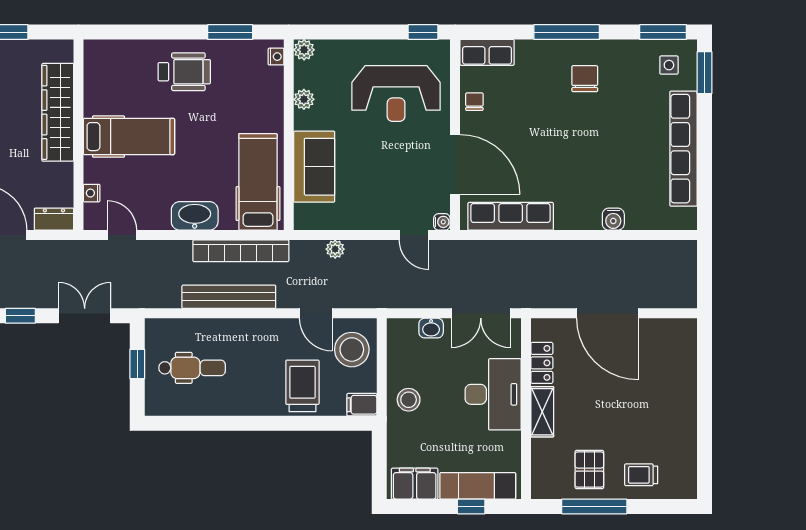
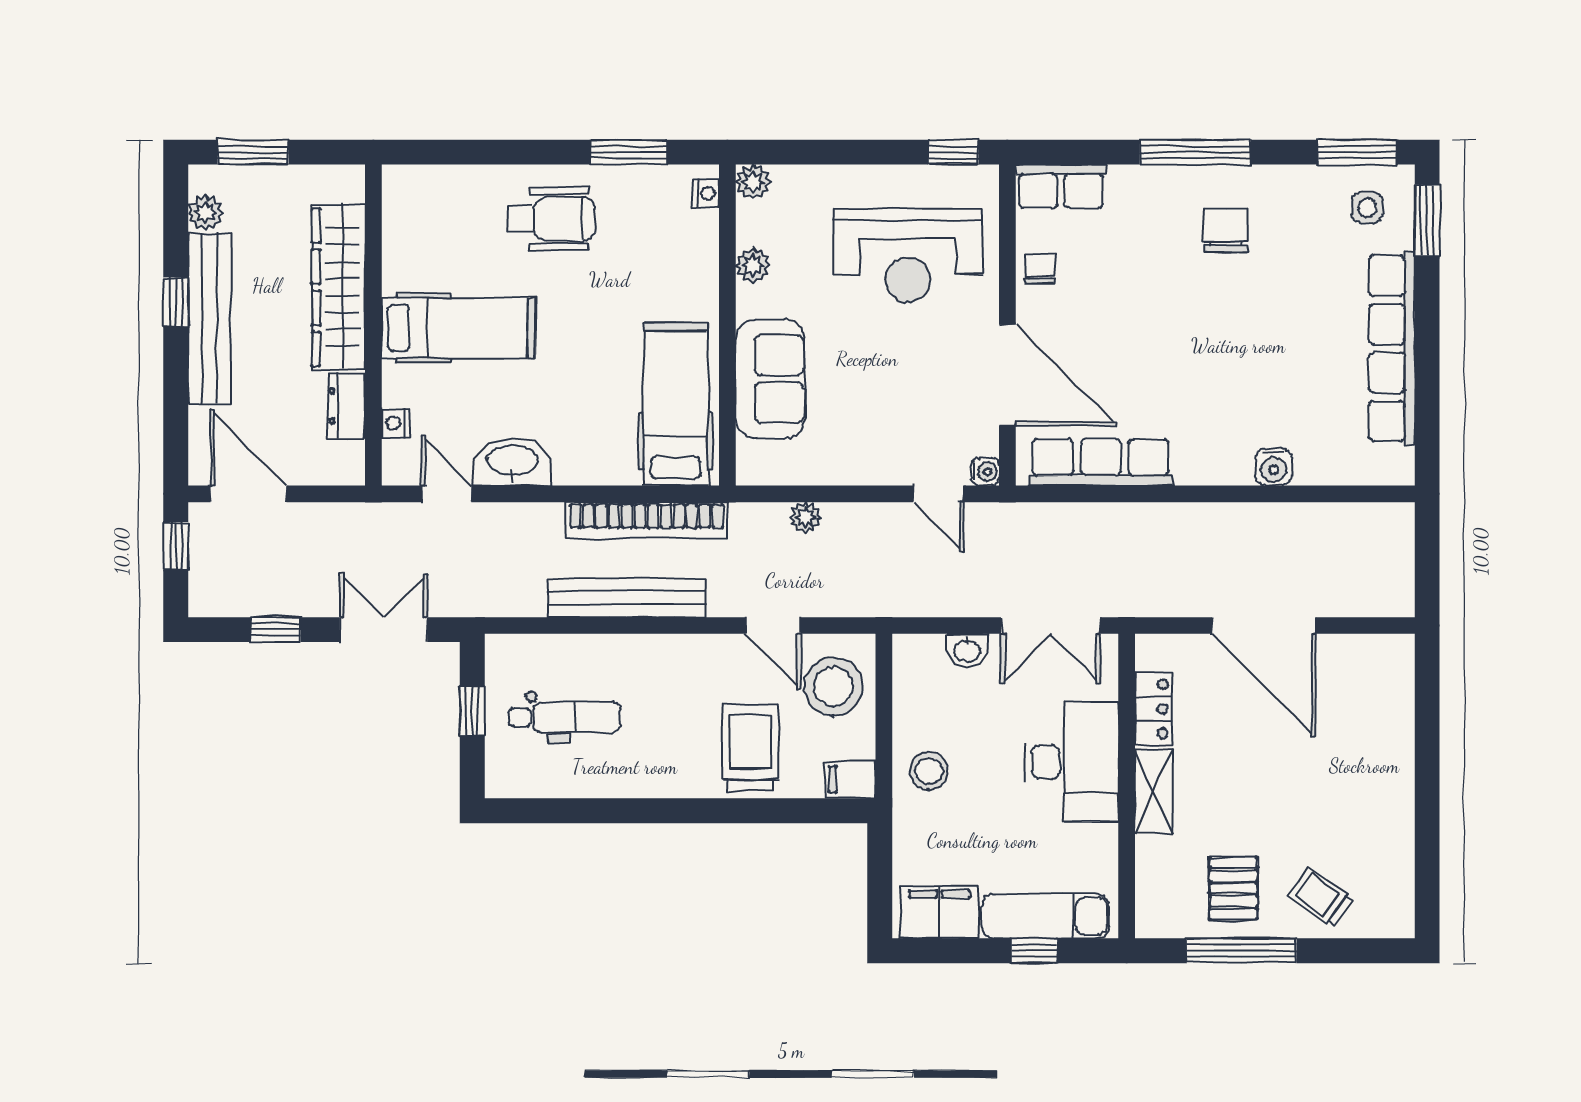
washbasin: (195, 216) -> (512, 462), moved
dresser: (54, 219) -> (347, 406), moved, turned -90
trolley: (641, 475) -> (1321, 897), turned 35

